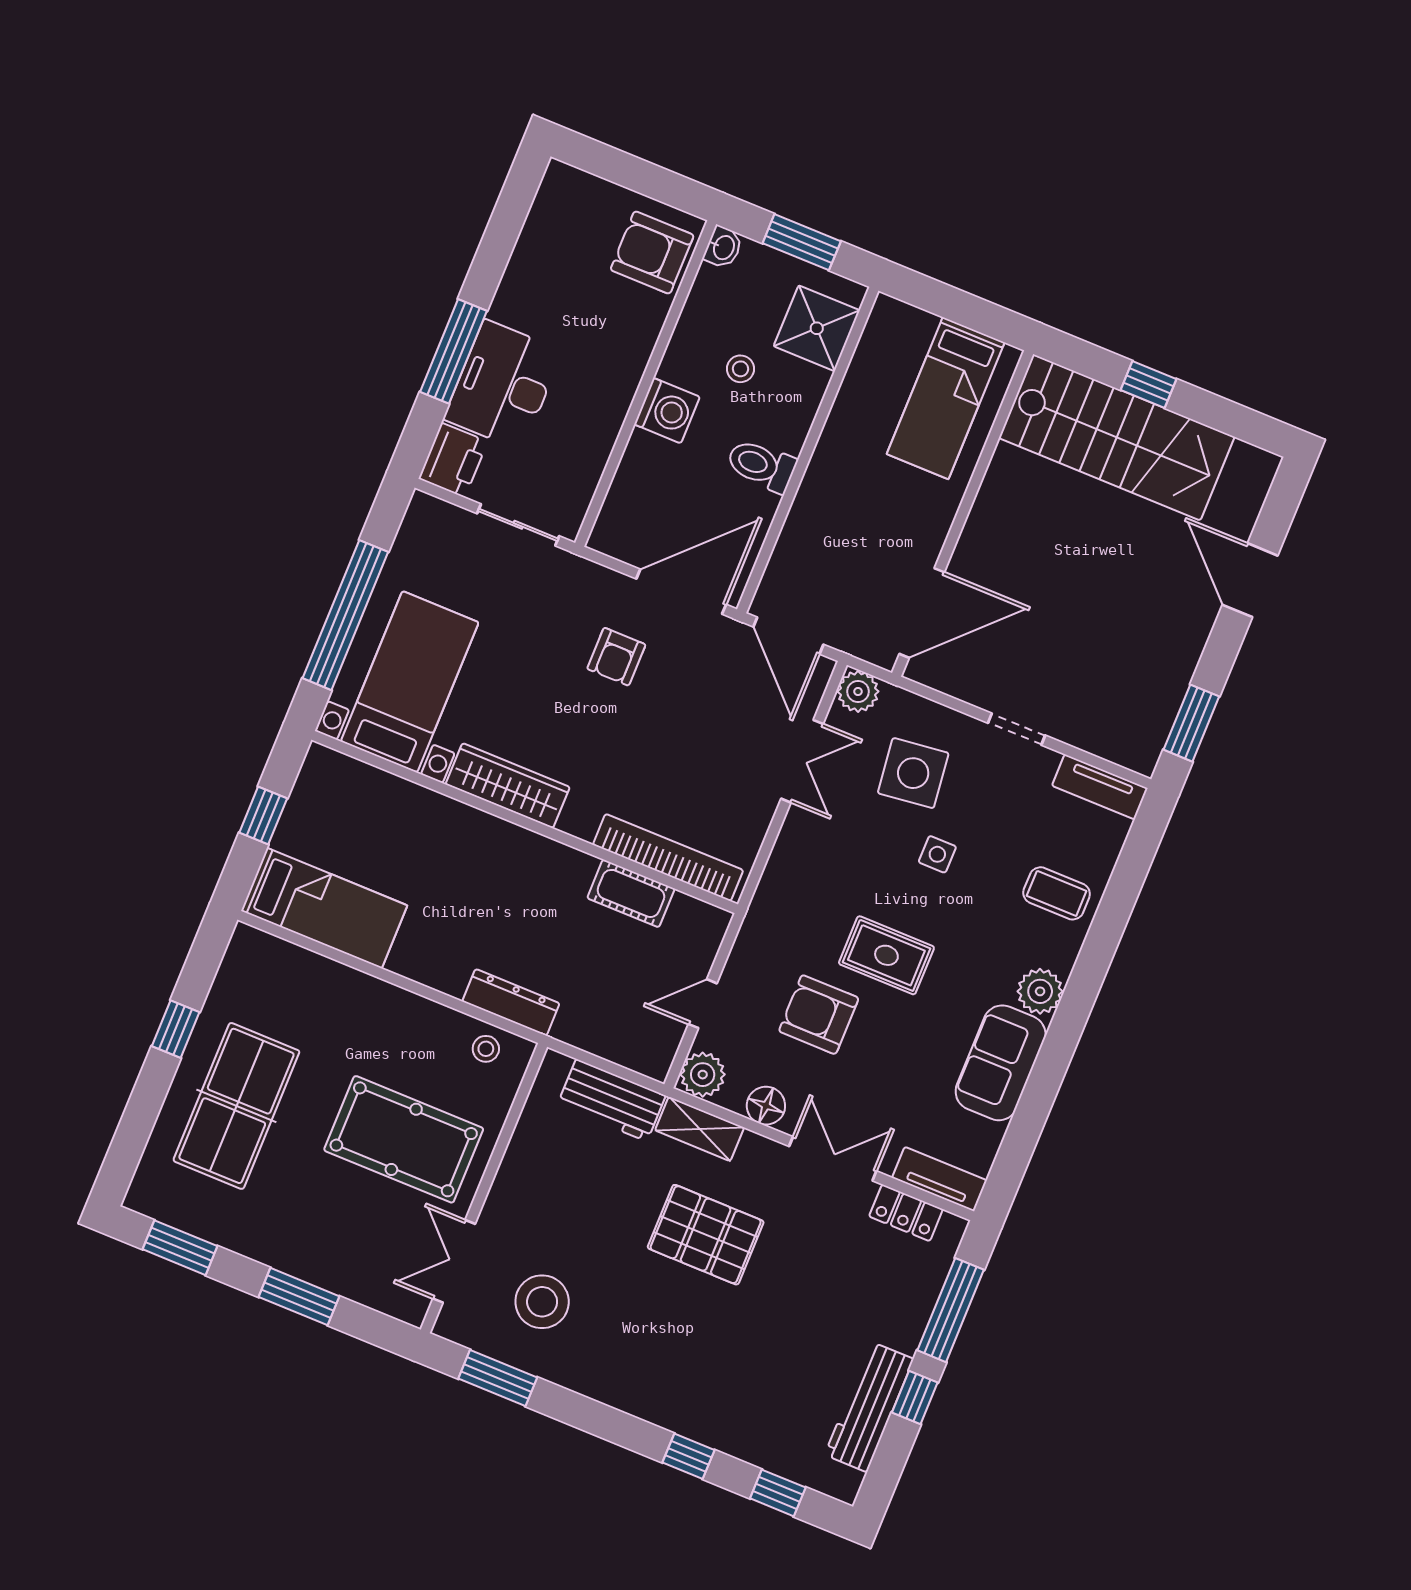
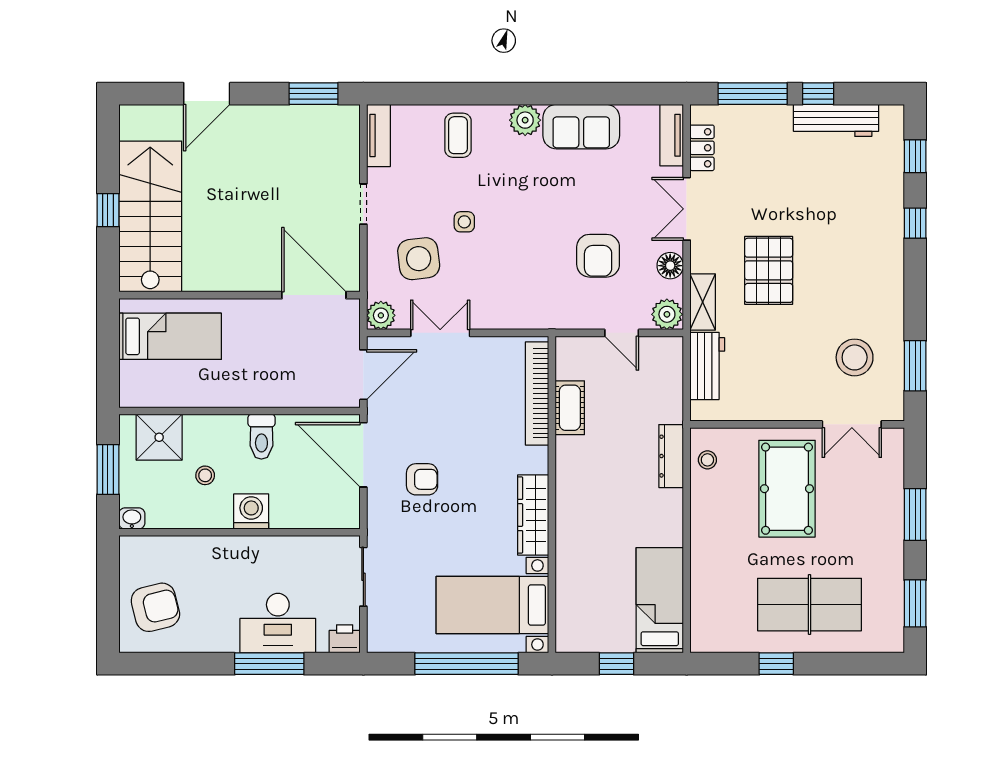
armchair: (652, 252) -> (155, 607), moved, turned -104
printer: (453, 460) -> (345, 639), width x0.73, depth x0.81
rug: (886, 955) -> (542, 228), removed

